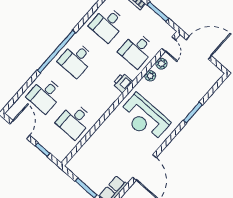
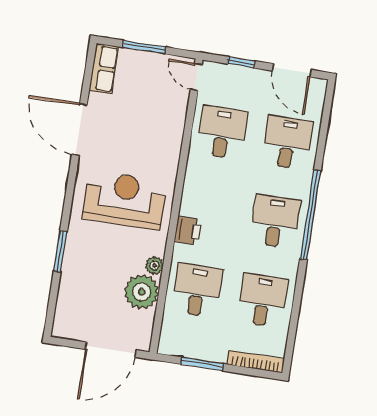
door: (169, 44) -> (196, 77), moved
plant: (161, 64) -> (142, 292), width x1.87, depth x1.87

